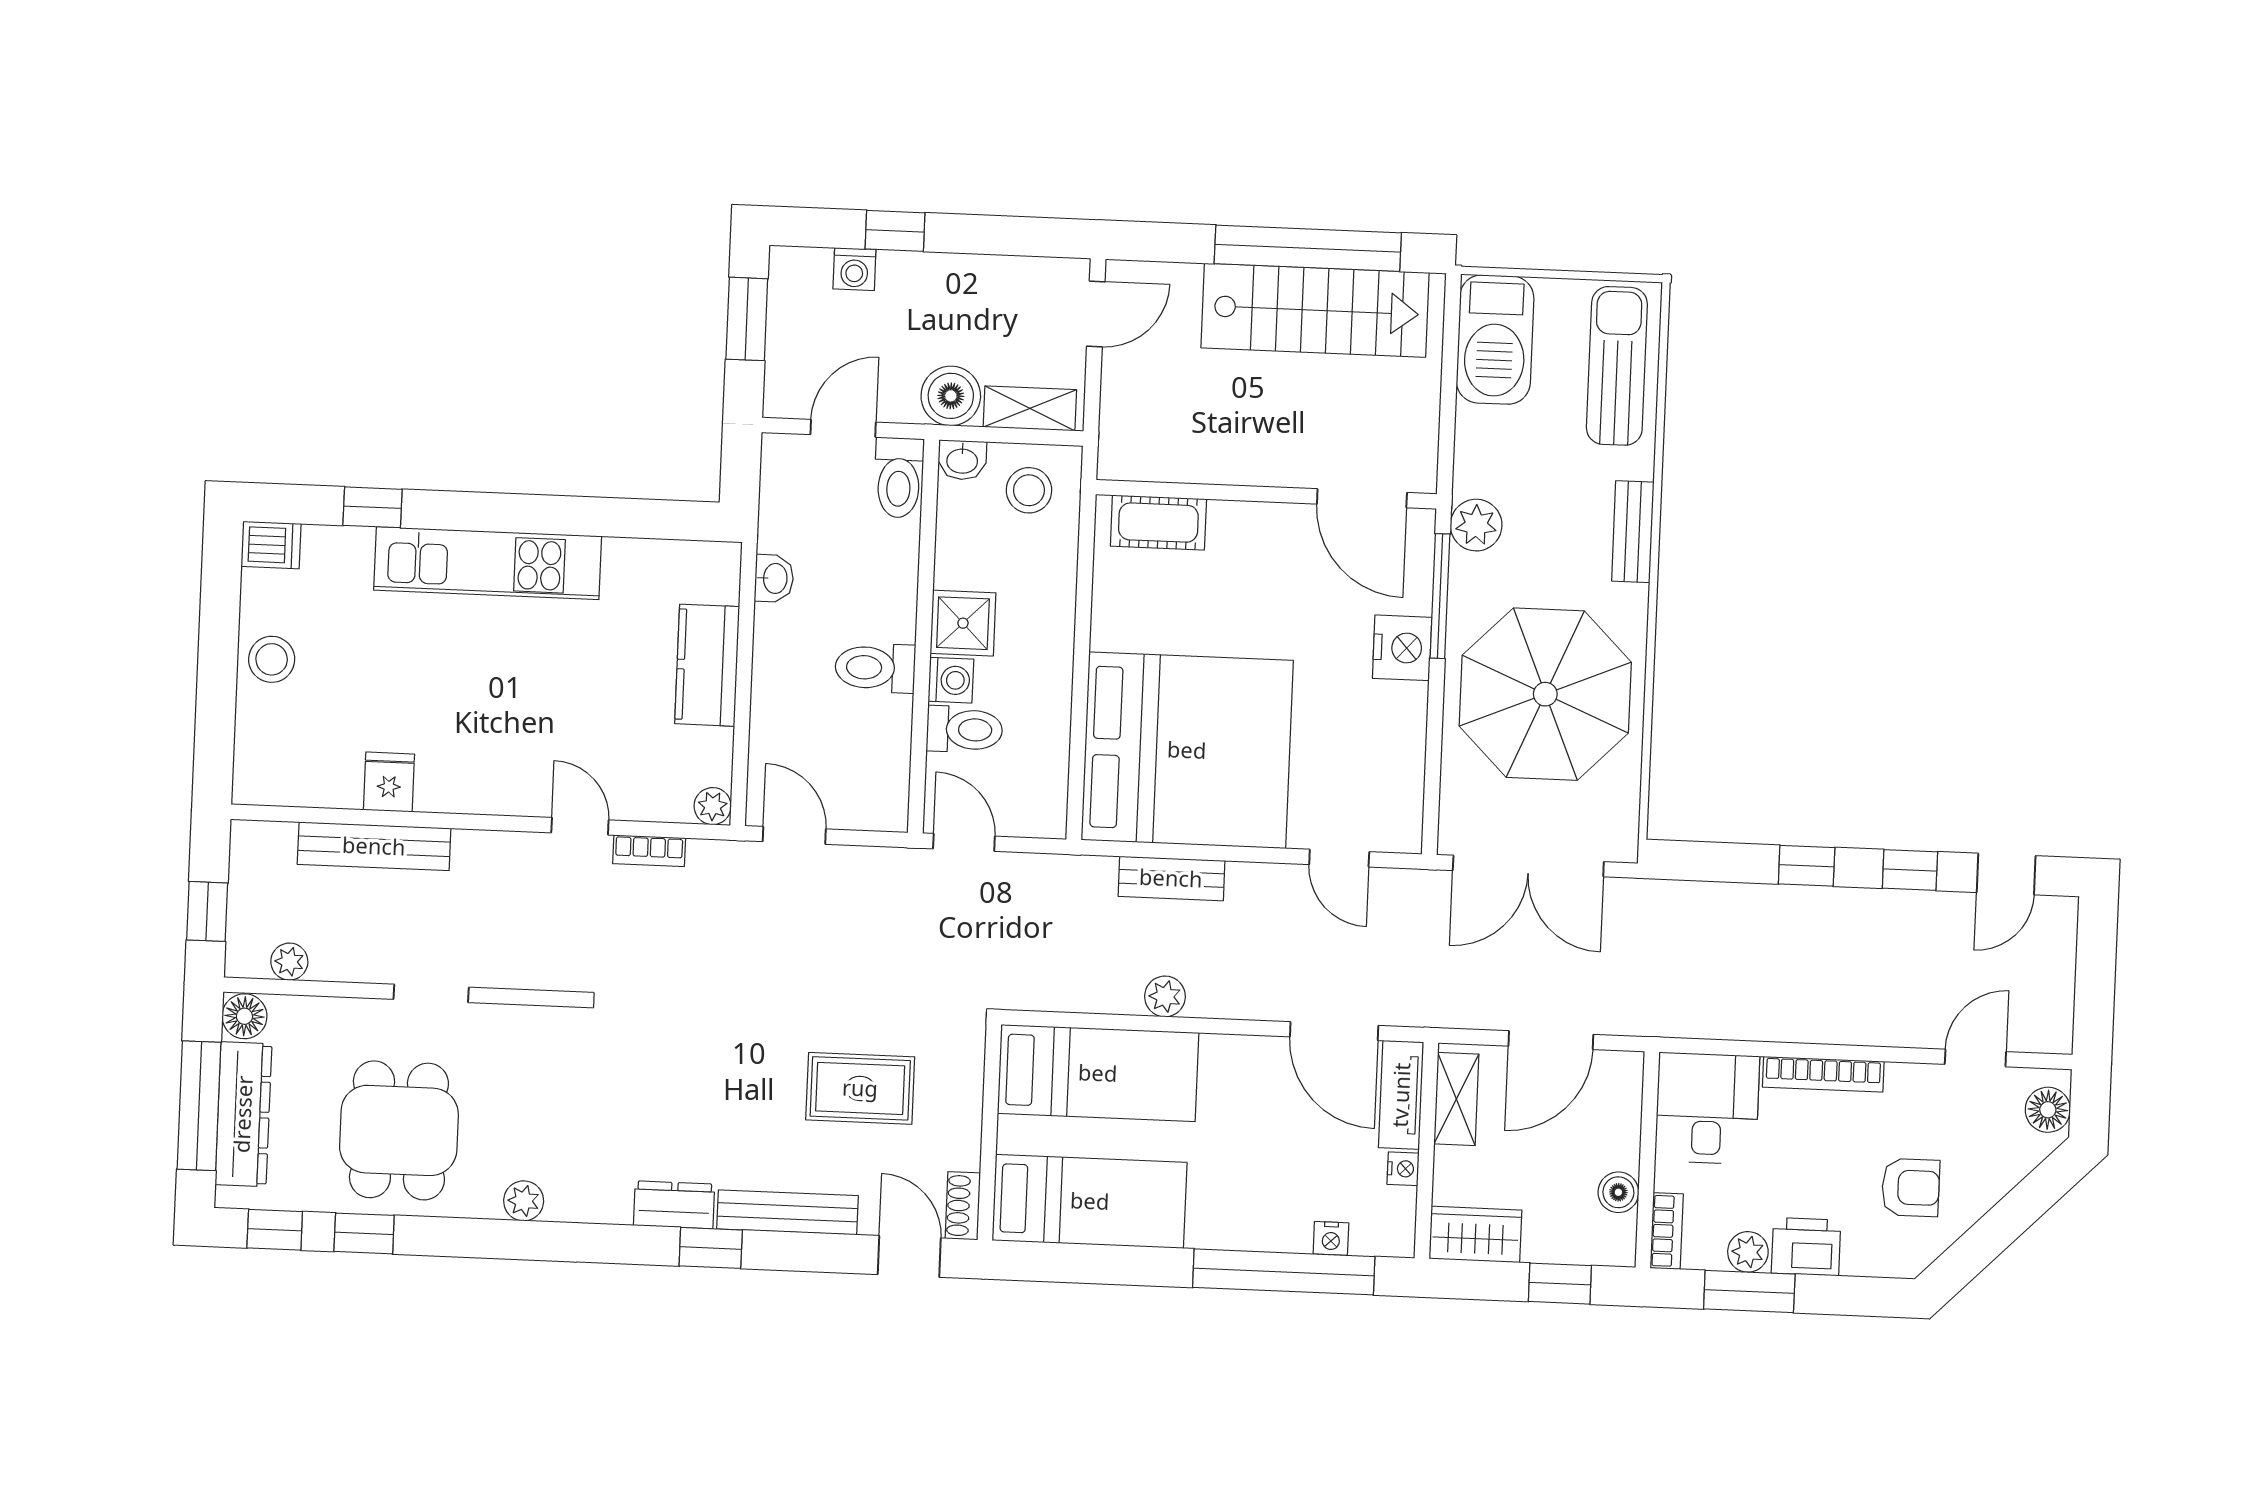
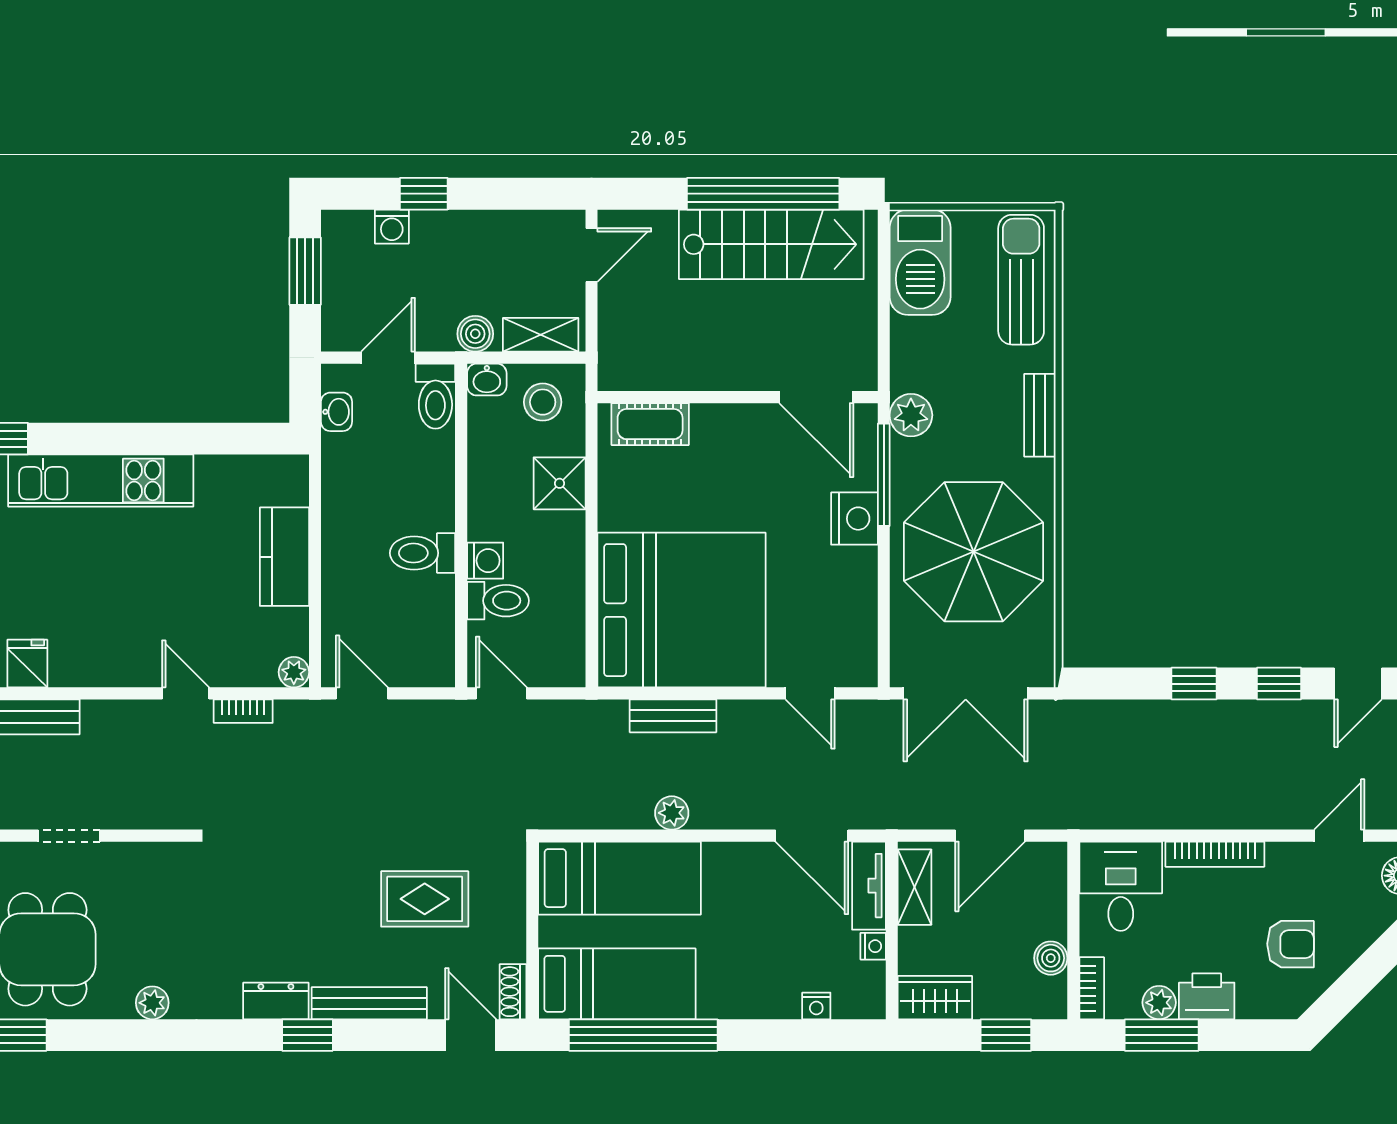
boiler: (951, 396) -> (475, 334), width x0.73, depth x0.73
washbasin: (774, 578) -> (336, 412), moved
shower: (963, 623) -> (560, 483), moved
window: (1284, 1272) -> (643, 1035), moved

